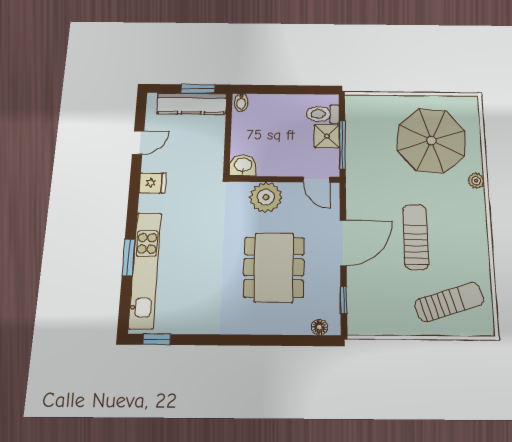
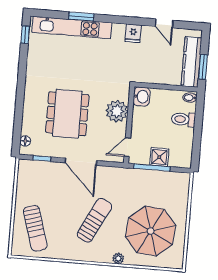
toilet: (323, 114) -> (183, 119), moved, turned -90
sun lounger: (416, 237) -> (94, 220), moved, turned -63
dining table: (274, 267) -> (67, 114), turned 90

